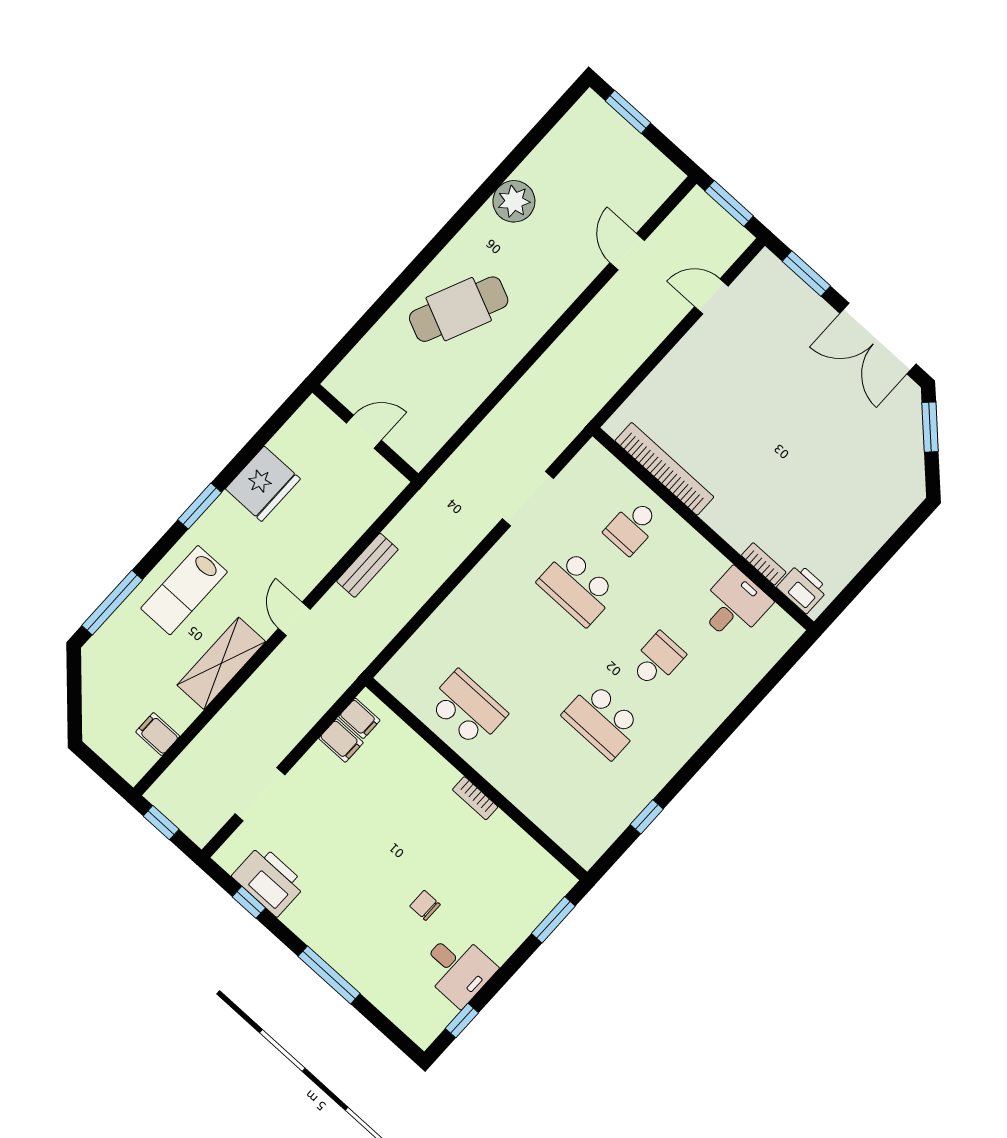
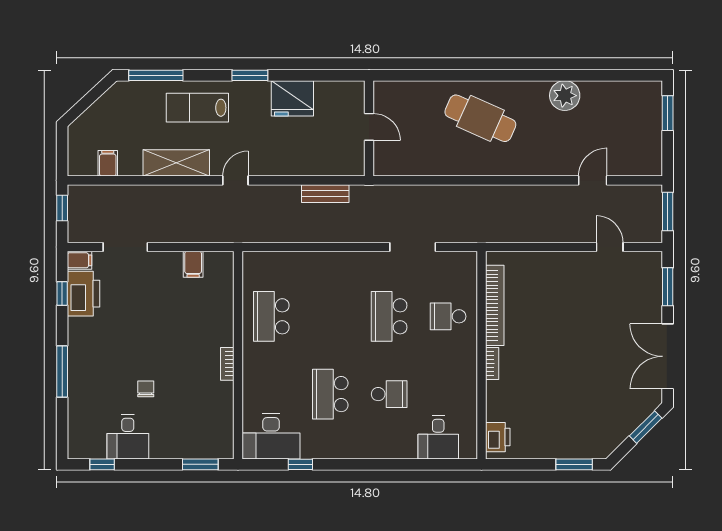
window: (902, 536) -> (574, 464), added
bookcase: (764, 564) -> (492, 363), moved
bench: (367, 565) -> (325, 194), moved
desk: (734, 605) -> (438, 437), moved, turned 90
school desk: (467, 709) -> (271, 316), turned 180
filing cabinet: (359, 718) -> (80, 260), moved, turned -90
desk: (591, 821) -> (271, 437), added

